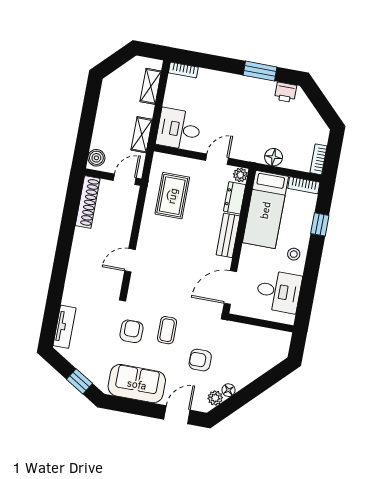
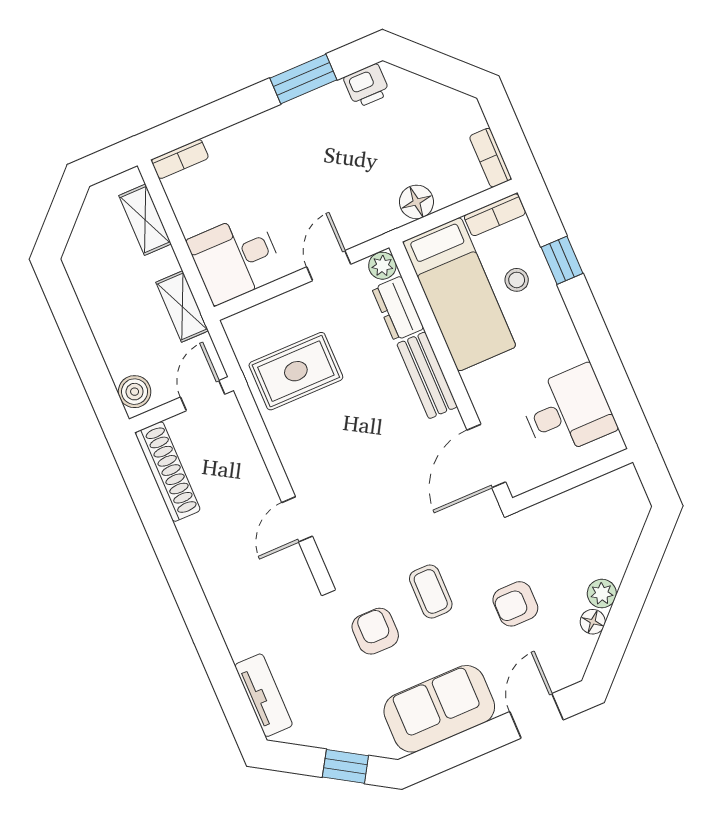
rug: (172, 196) -> (296, 371), turned 90
stool: (294, 254) -> (517, 280), moved
plant: (215, 398) -> (602, 593), moved

